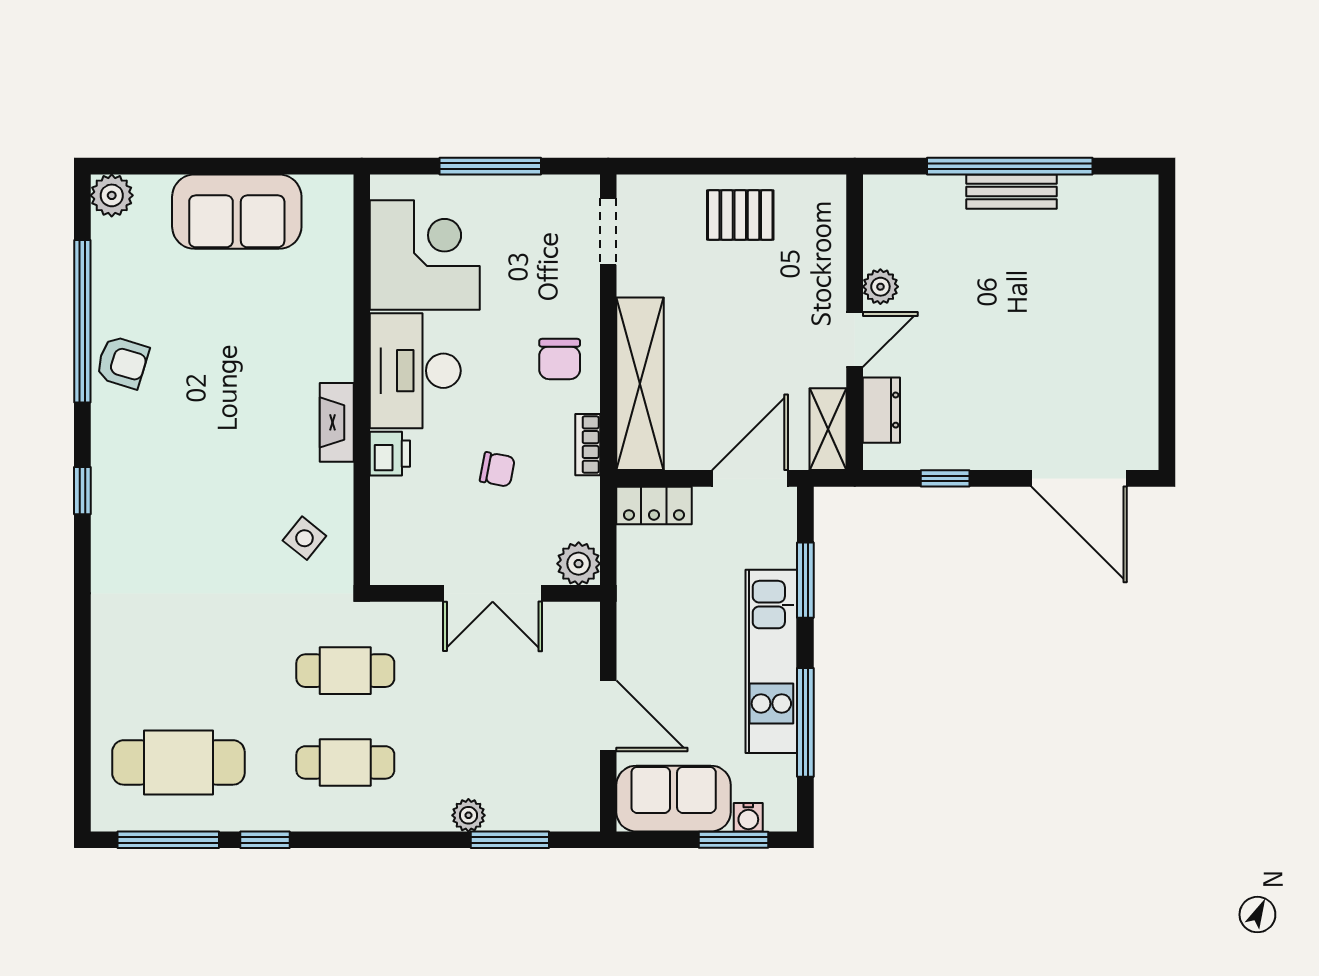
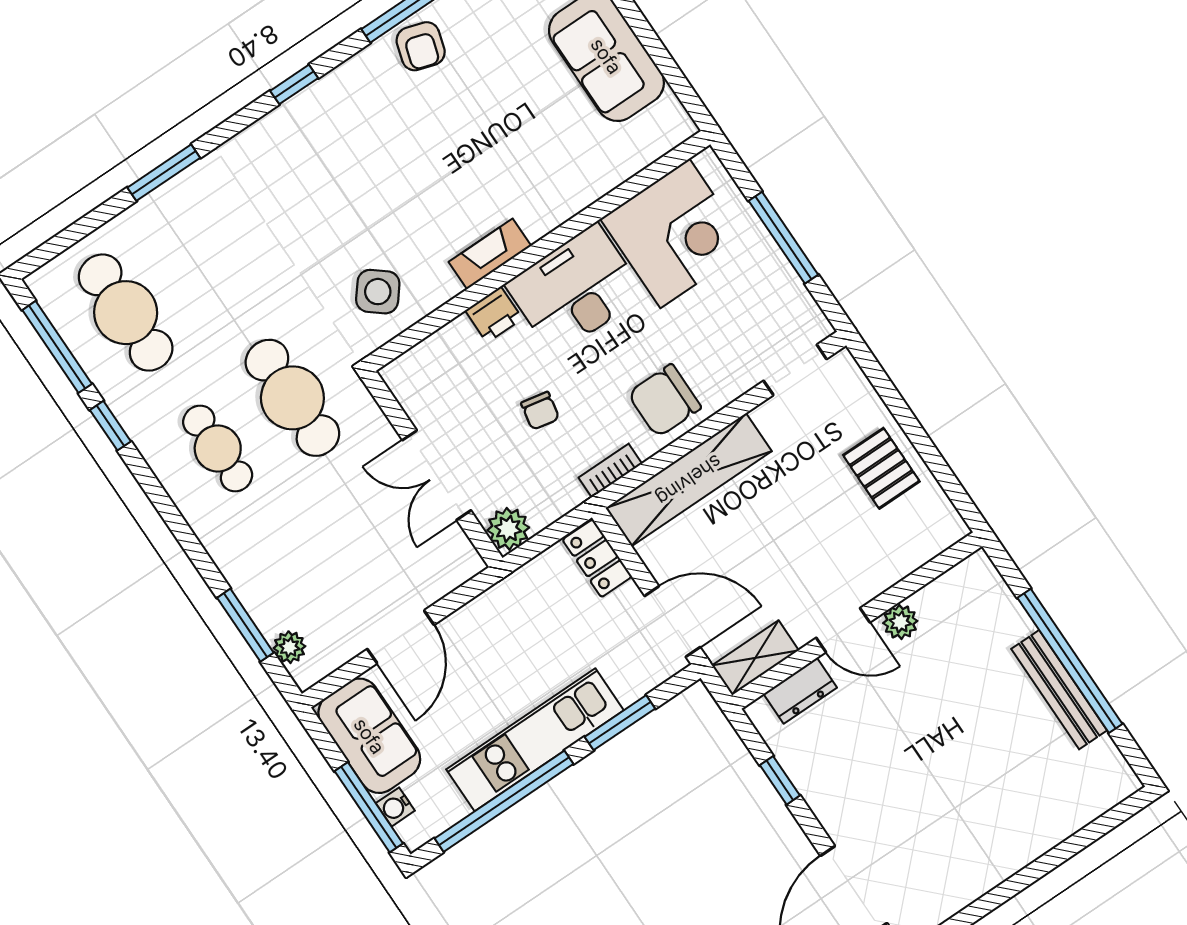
bench: (1011, 192) -> (1059, 690), width x1.36
chair: (560, 359) -> (664, 401), width x1.37, depth x1.37
side table: (304, 538) -> (378, 292), width x1.37, depth x1.37
window: (82, 651) -> (164, 173), added
cafe table: (345, 671) -> (292, 398), width x1.37, depth x1.35
window: (805, 722) -> (504, 801), width x1.46
plant: (468, 815) -> (289, 647), moved
window: (733, 840) -> (369, 807), width x1.44

